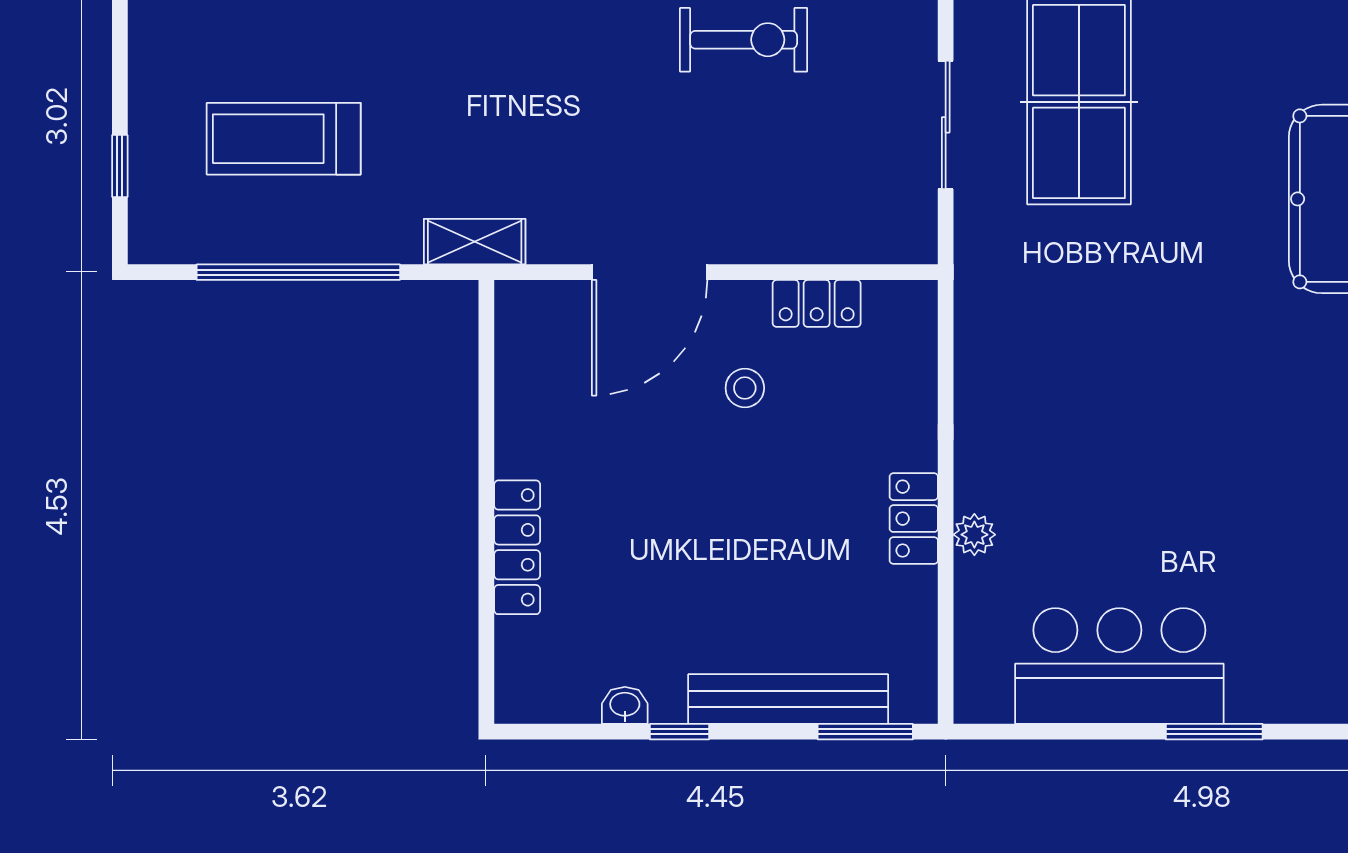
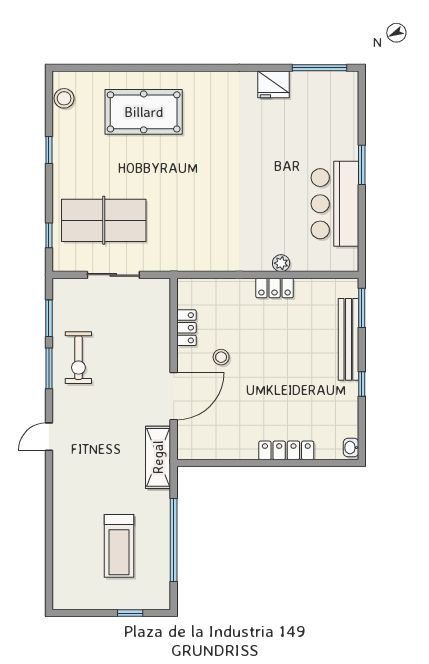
exercise bike: (744, 40) -> (78, 358), turned 180
shelving: (475, 242) -> (158, 457), width x1.50, depth x1.33
door: (650, 272) -> (174, 396), hinge flipped
washbasin: (625, 705) -> (351, 448), moved

